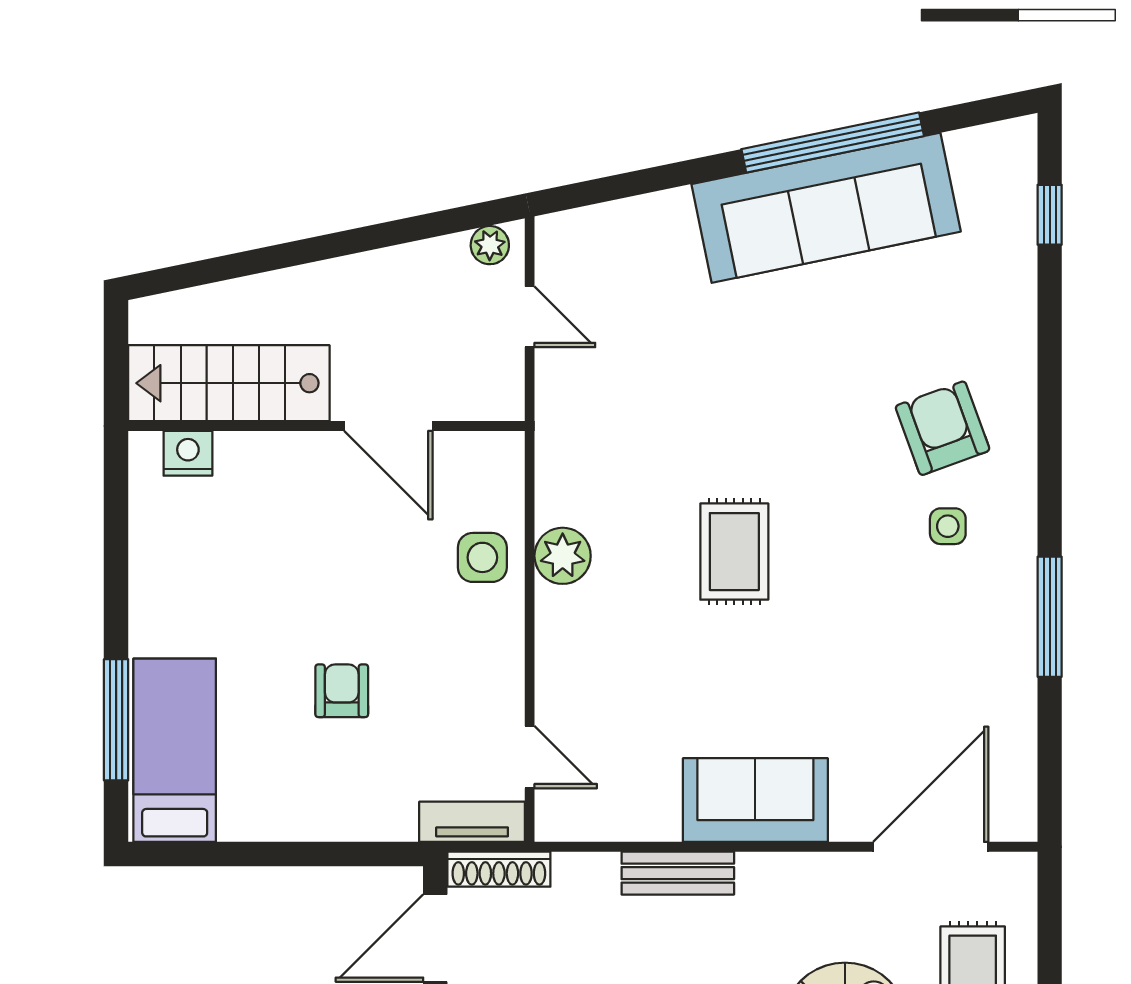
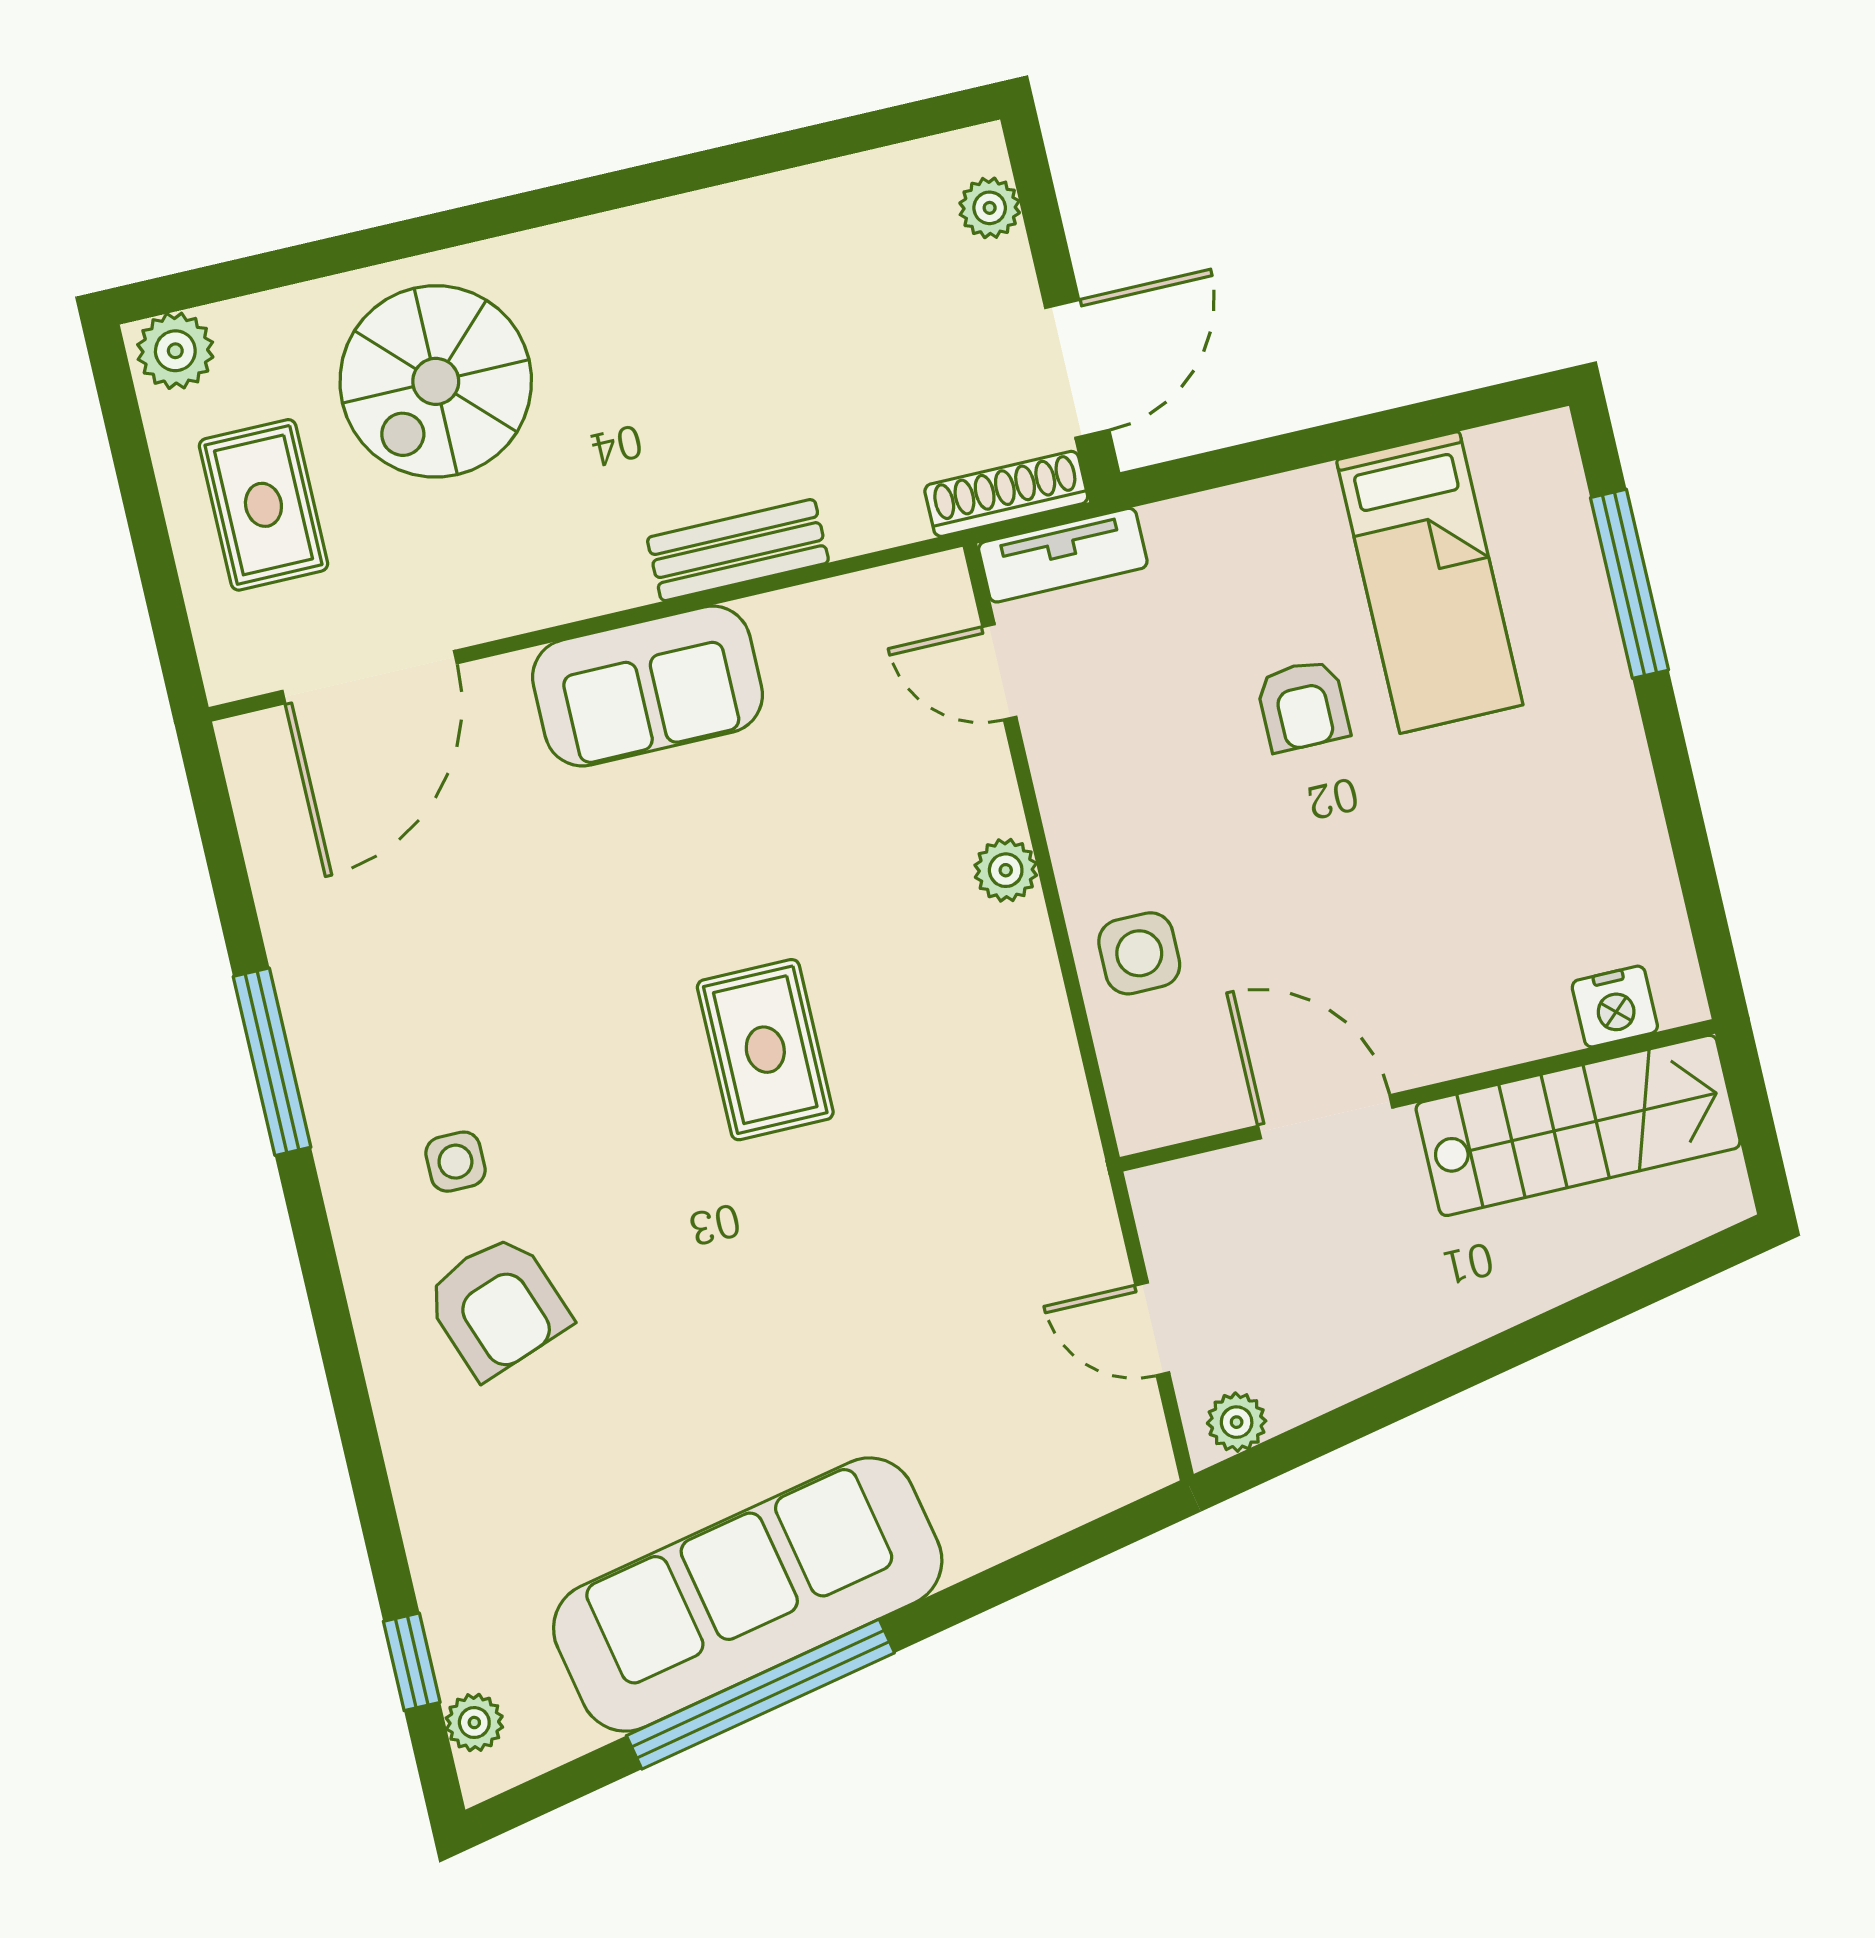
plant: (1019, 167) -> (474, 1723), added
plant: (563, 556) -> (1006, 870), moved, width x0.73, depth x0.73
bed: (175, 750) -> (1430, 582), moved

